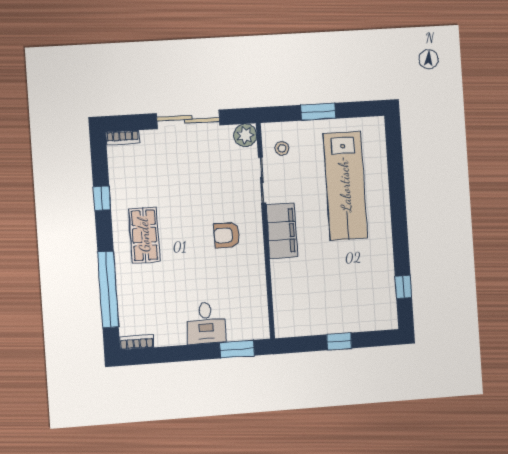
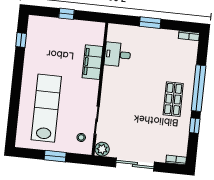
filing cabinet: (282, 231) -> (93, 62), moved
armchair: (227, 235) -> (124, 90), removed
window: (108, 289) -> (199, 88), moved
desk: (206, 323) -> (118, 55), moved, turned -90
window: (237, 349) -> (150, 23), moved

